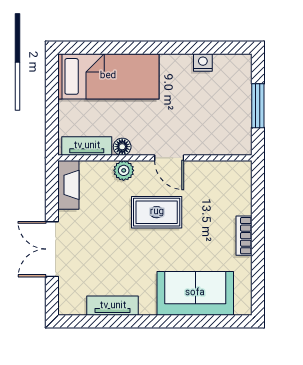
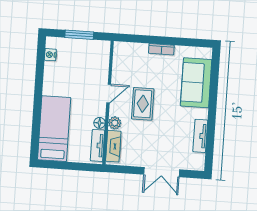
nightstand: (203, 63) -> (50, 55), moved
fireplace: (68, 185) -> (113, 146), moved, turned 90

